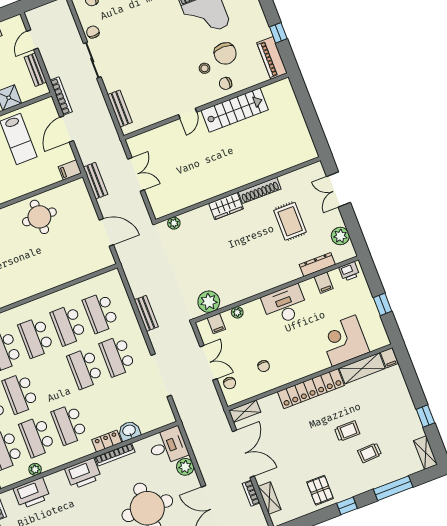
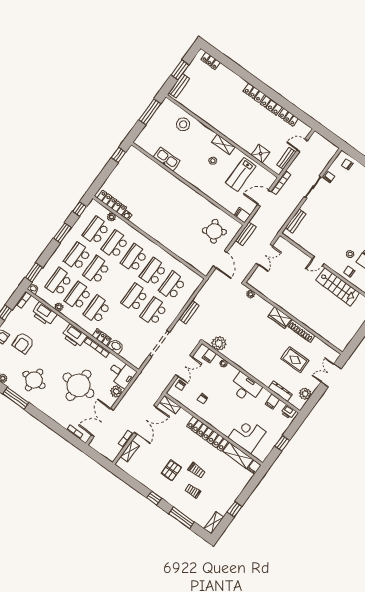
round table: (39, 217) -> (214, 231), moved, turned -31
rug: (290, 221) -> (295, 360), turned 90
pallet: (320, 490) -> (171, 470), moved

